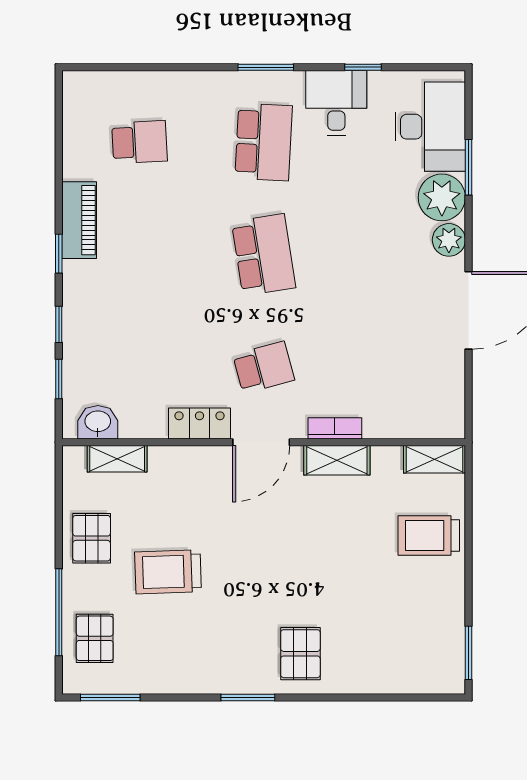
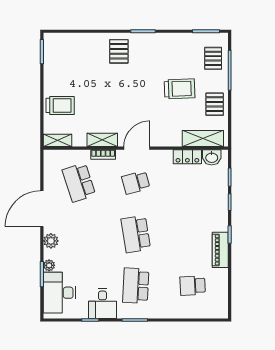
plant: (442, 197) -> (49, 265), width x0.53, depth x0.53
school desk: (388, 367) -> (79, 182), added
locker: (200, 424) -> (187, 157), moved
shelving: (117, 459) -> (203, 139), width x1.50, depth x1.33

